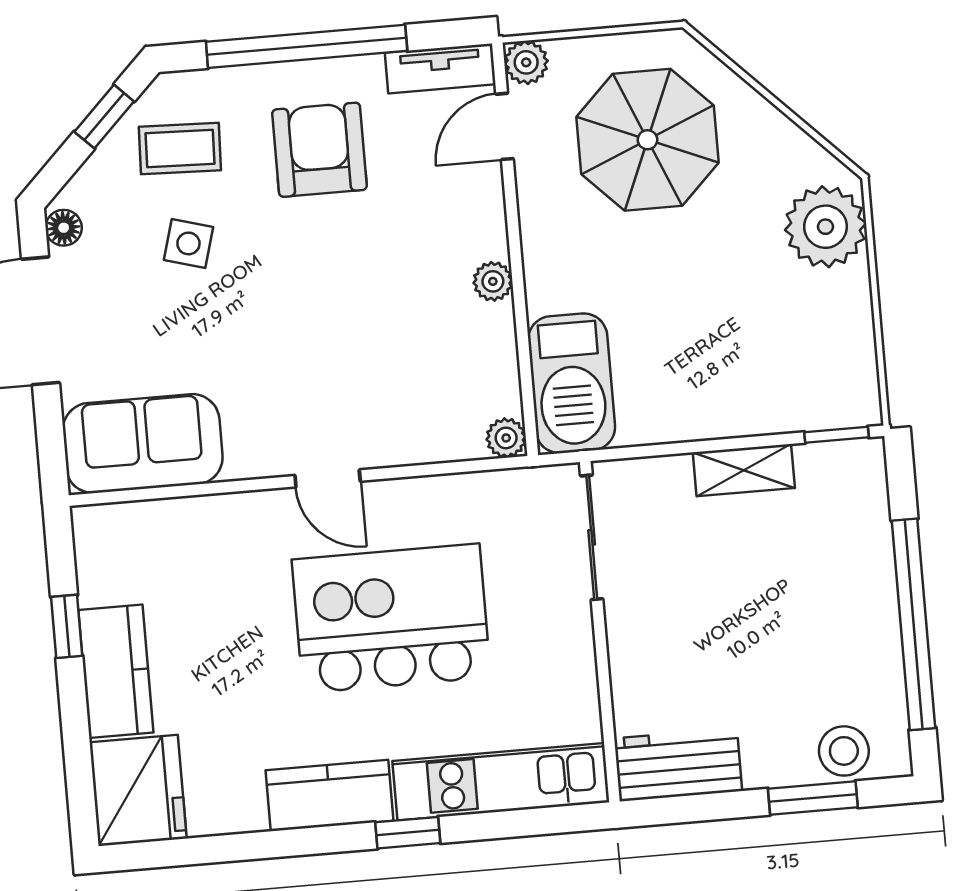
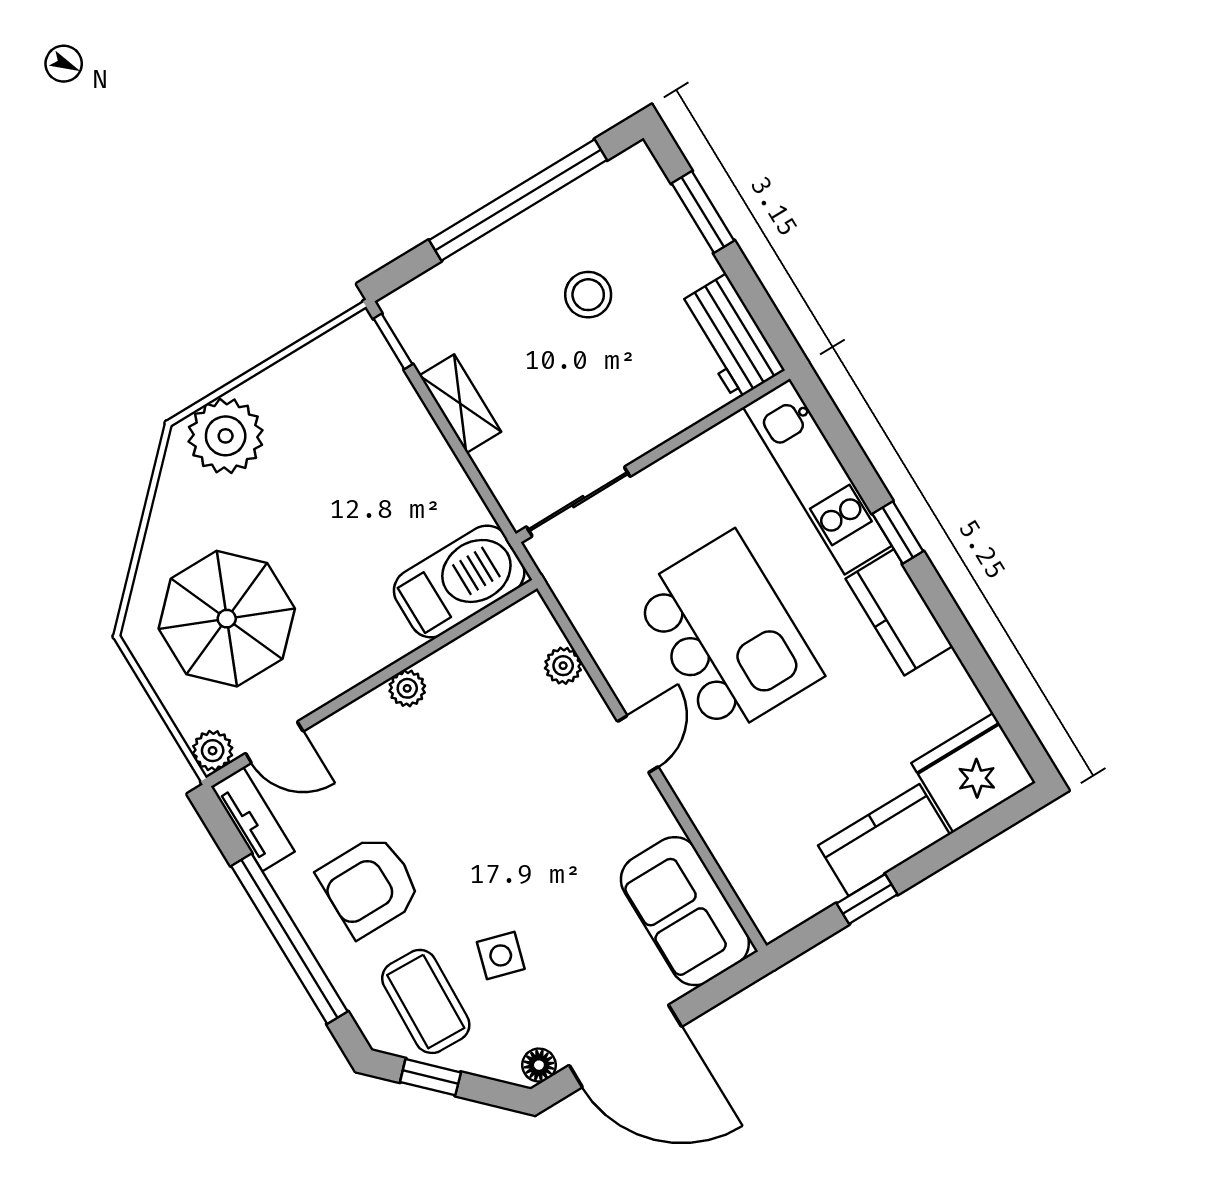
coffee table: (180, 148) -> (426, 1001), width x1.36, depth x1.30
plant: (506, 438) -> (563, 666), moved
kitchen island: (391, 618) -> (727, 634), turned 180
stool: (844, 751) -> (588, 295), moved

